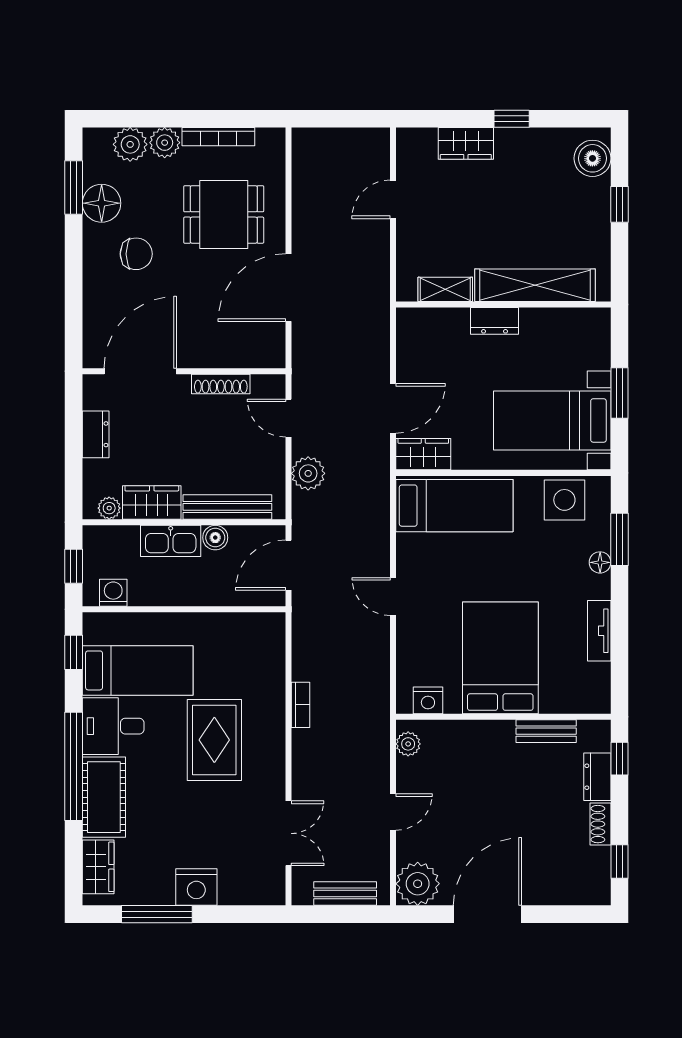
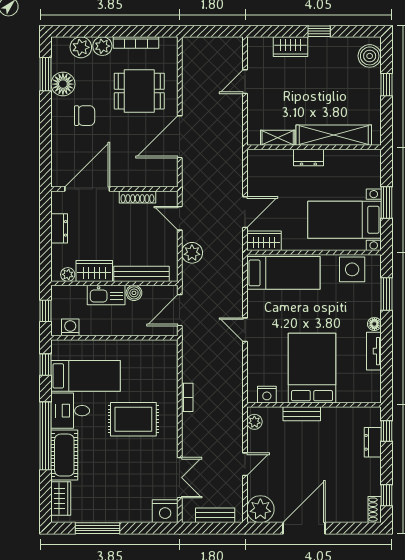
floor lamp: (600, 562) -> (374, 324), moved
bench: (546, 731) -> (302, 414), moved
rug: (214, 740) -> (133, 419), turned 90
shoe rack: (600, 824) -> (375, 510), moved
nightstand: (196, 887) -> (165, 511), moved

